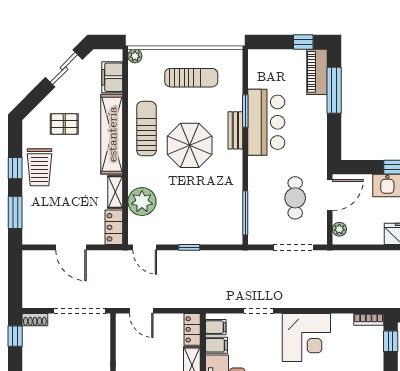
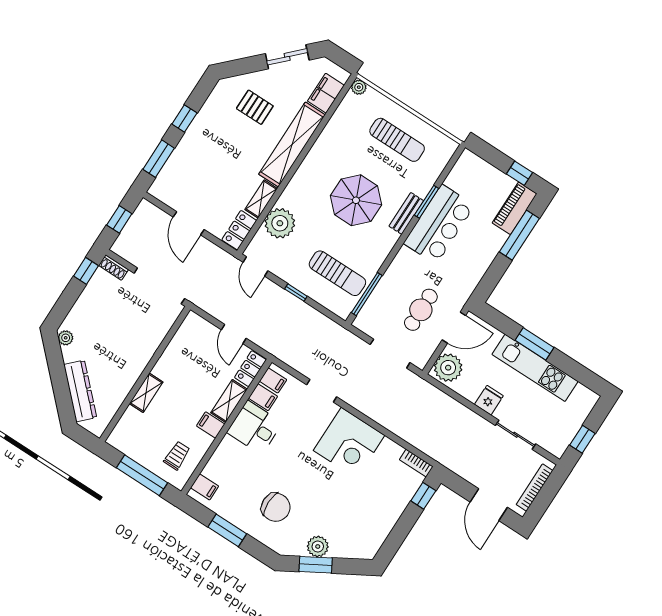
sun lounger: (146, 129) -> (337, 273), moved, turned 90
trolley: (40, 167) -> (207, 132), removed
plant: (339, 229) -> (448, 368), width x1.88, depth x1.88
window: (15, 279) -> (119, 219), added
door: (141, 311) -> (234, 334), moved

